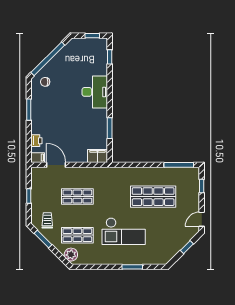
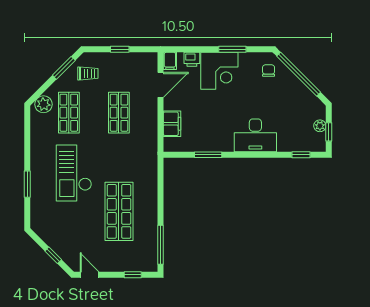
plant: (87, 42) -> (320, 126), added
corner desk: (45, 120) -> (219, 71), added
filing cabinet: (98, 156) -> (172, 124), moved

